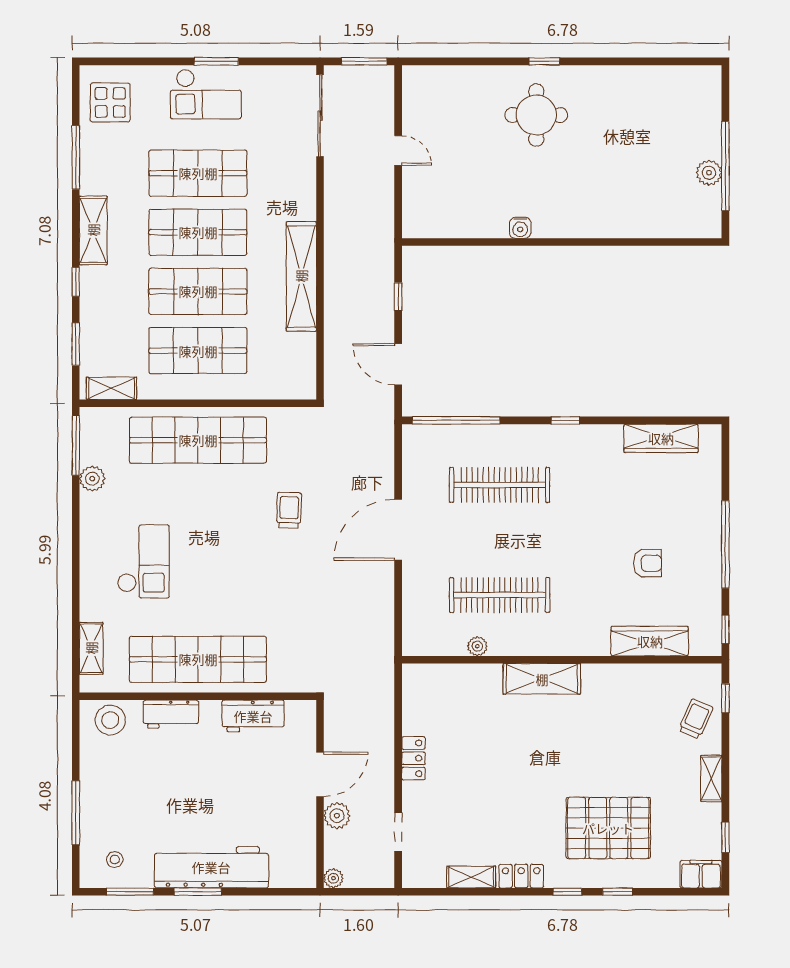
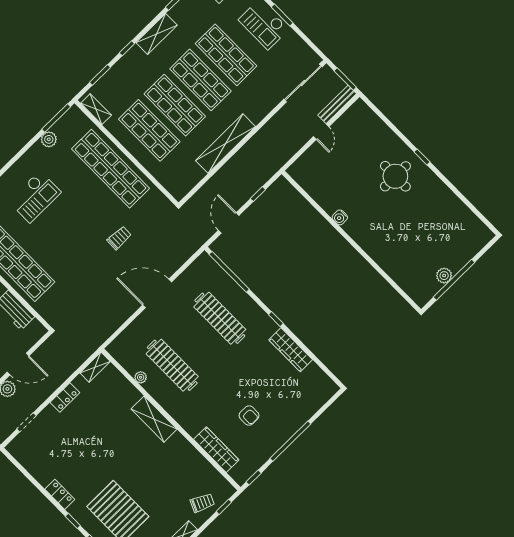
bench: (385, 100) -> (337, 104), added
wardrobe: (661, 438) -> (291, 350), moved
shelving: (471, 877) -> (95, 367), moved, turned 90

